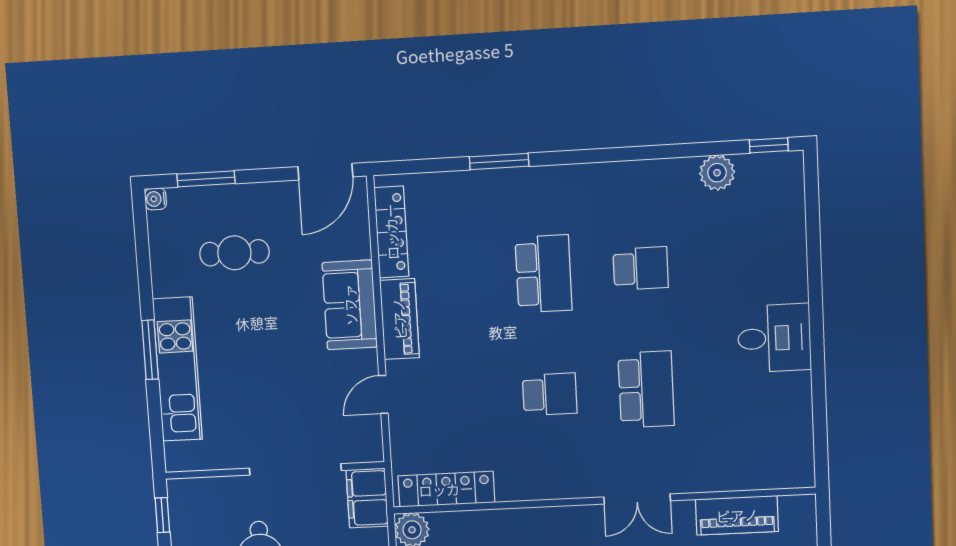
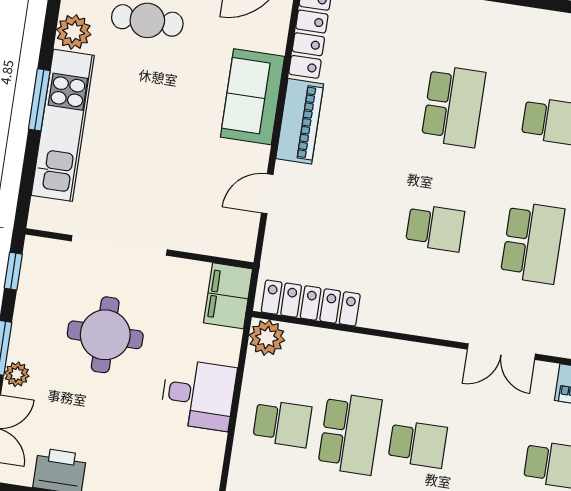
plant: (168, 278) -> (74, 32), added
doorway: (295, 469) -> (119, 245), moved

